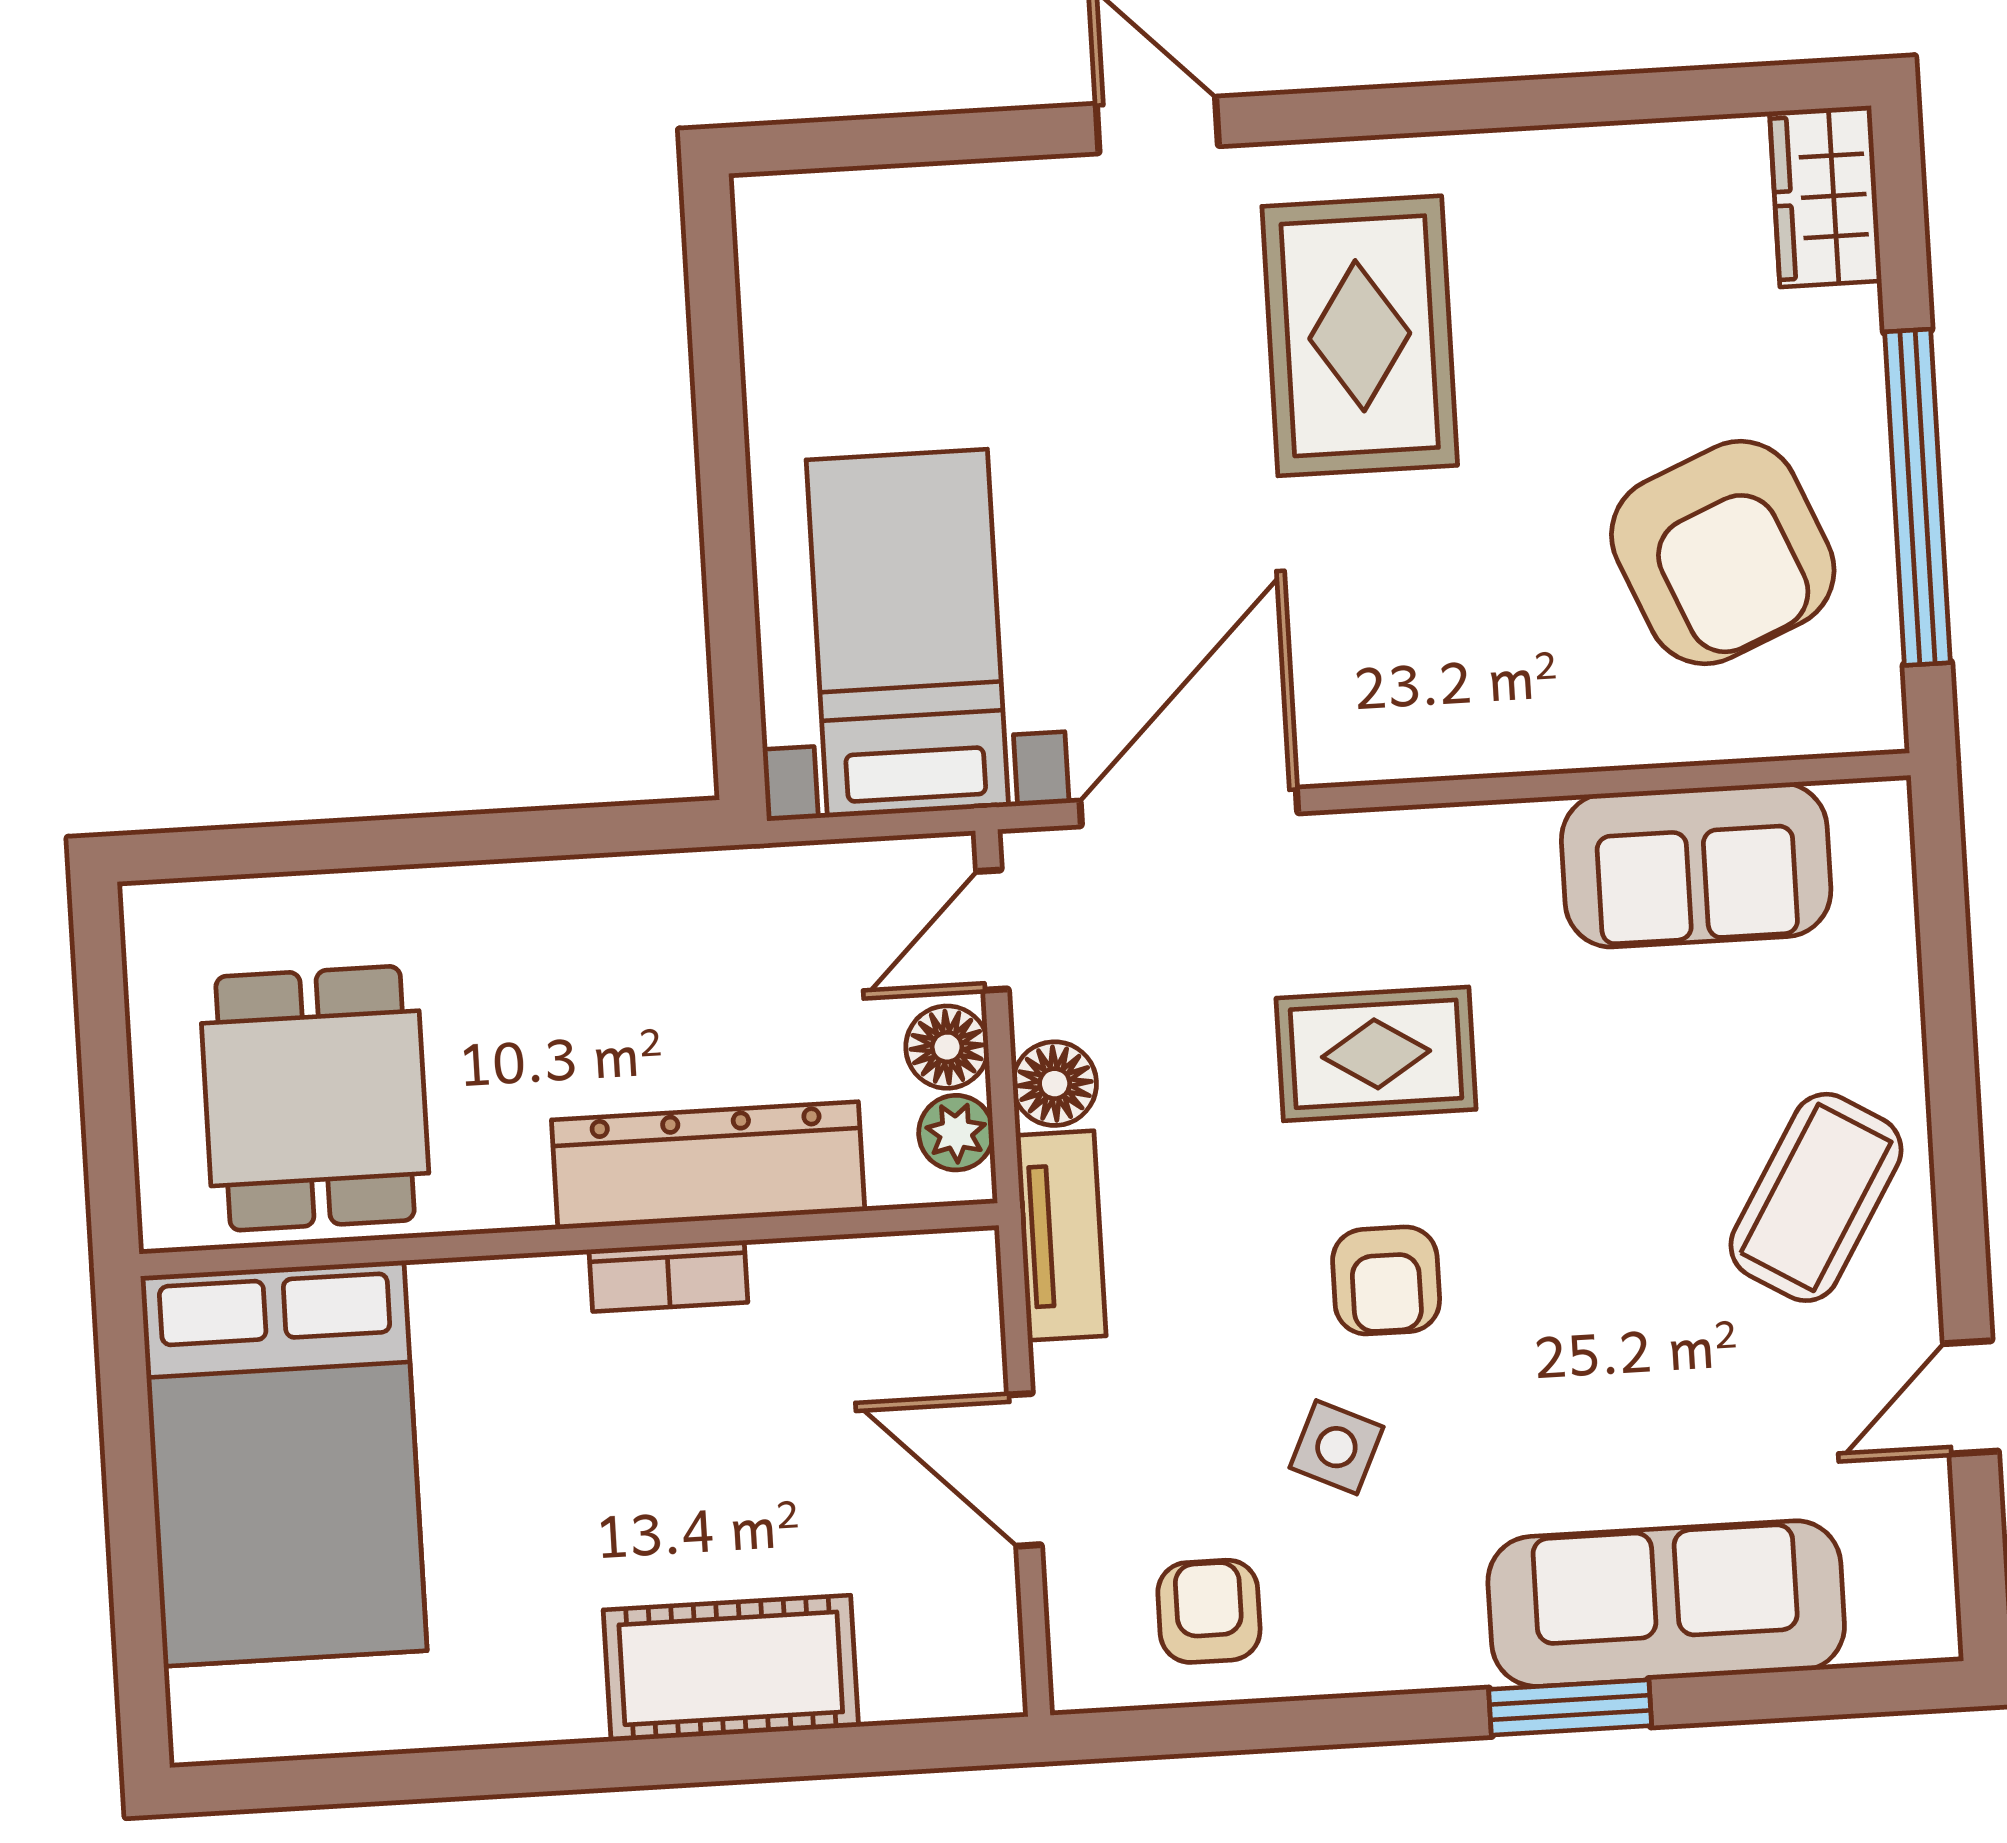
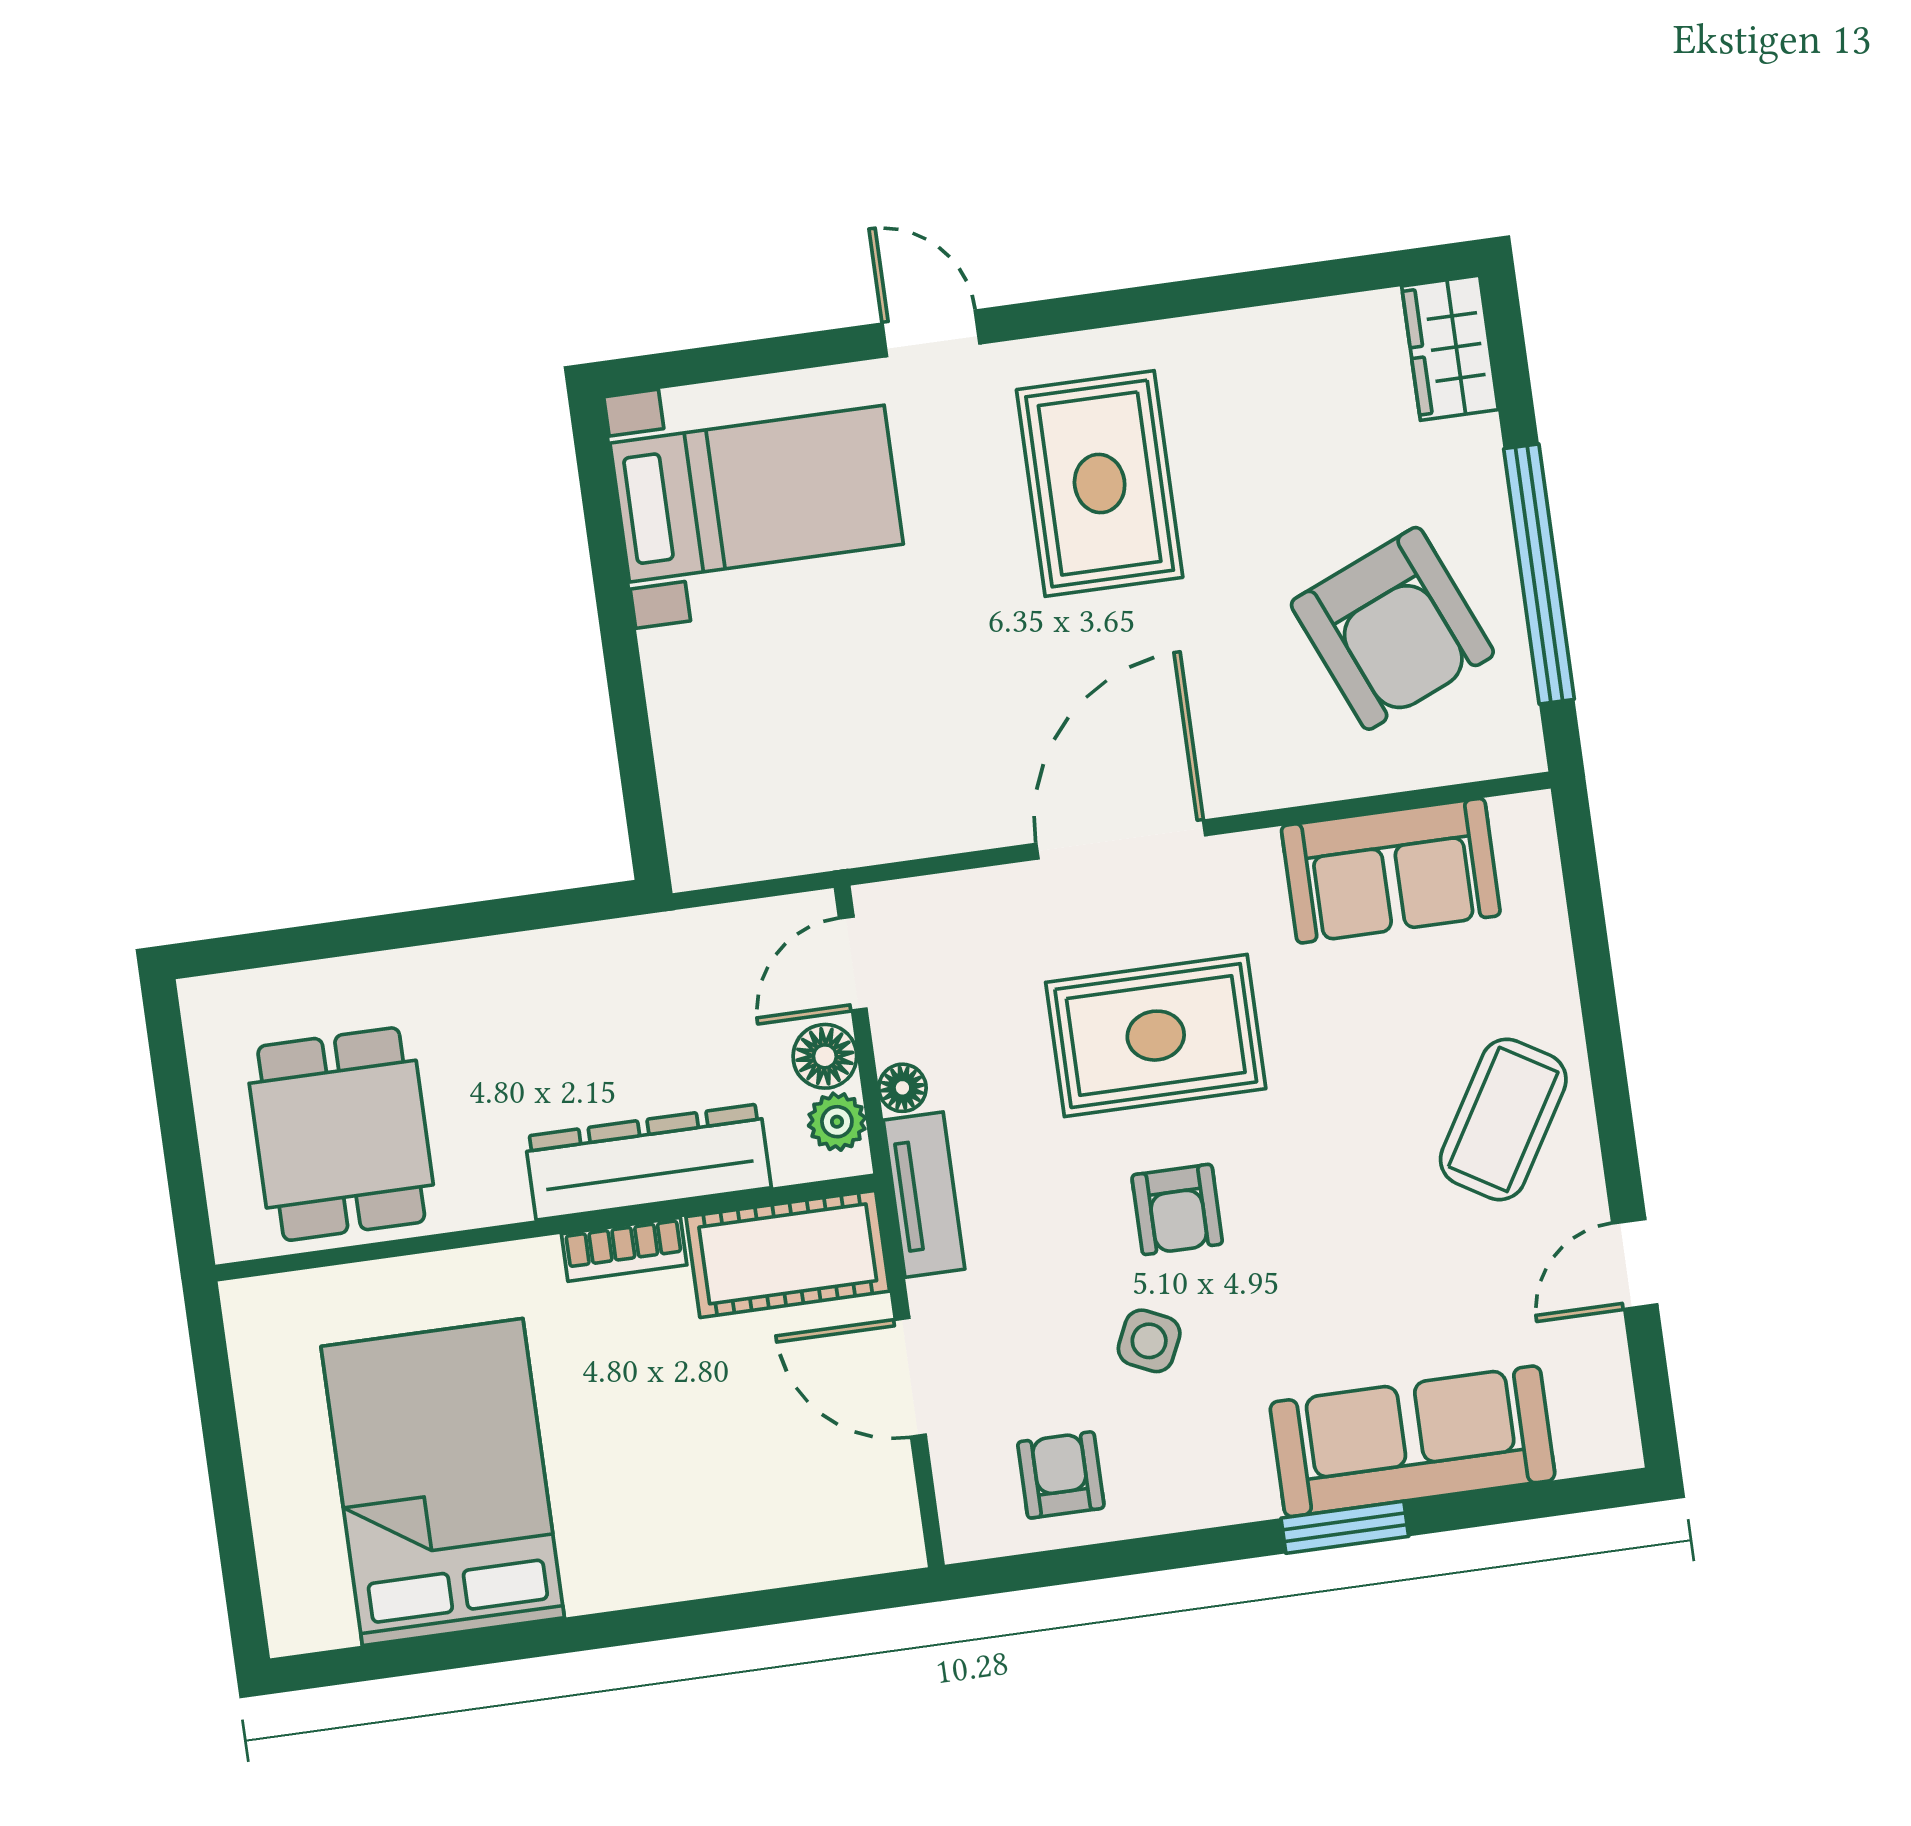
bed with nightstands: (907, 633) -> (757, 494), moved, turned 90
door: (1189, 807) -> (1121, 840), moved
rug: (1376, 1054) -> (1156, 1036), width x1.36, depth x1.43
floor lamp: (1055, 1084) -> (902, 1088), width x0.73, depth x0.73
bed: (284, 1463) -> (443, 1482), moved, turned 180
cot: (731, 1668) -> (788, 1254), moved

